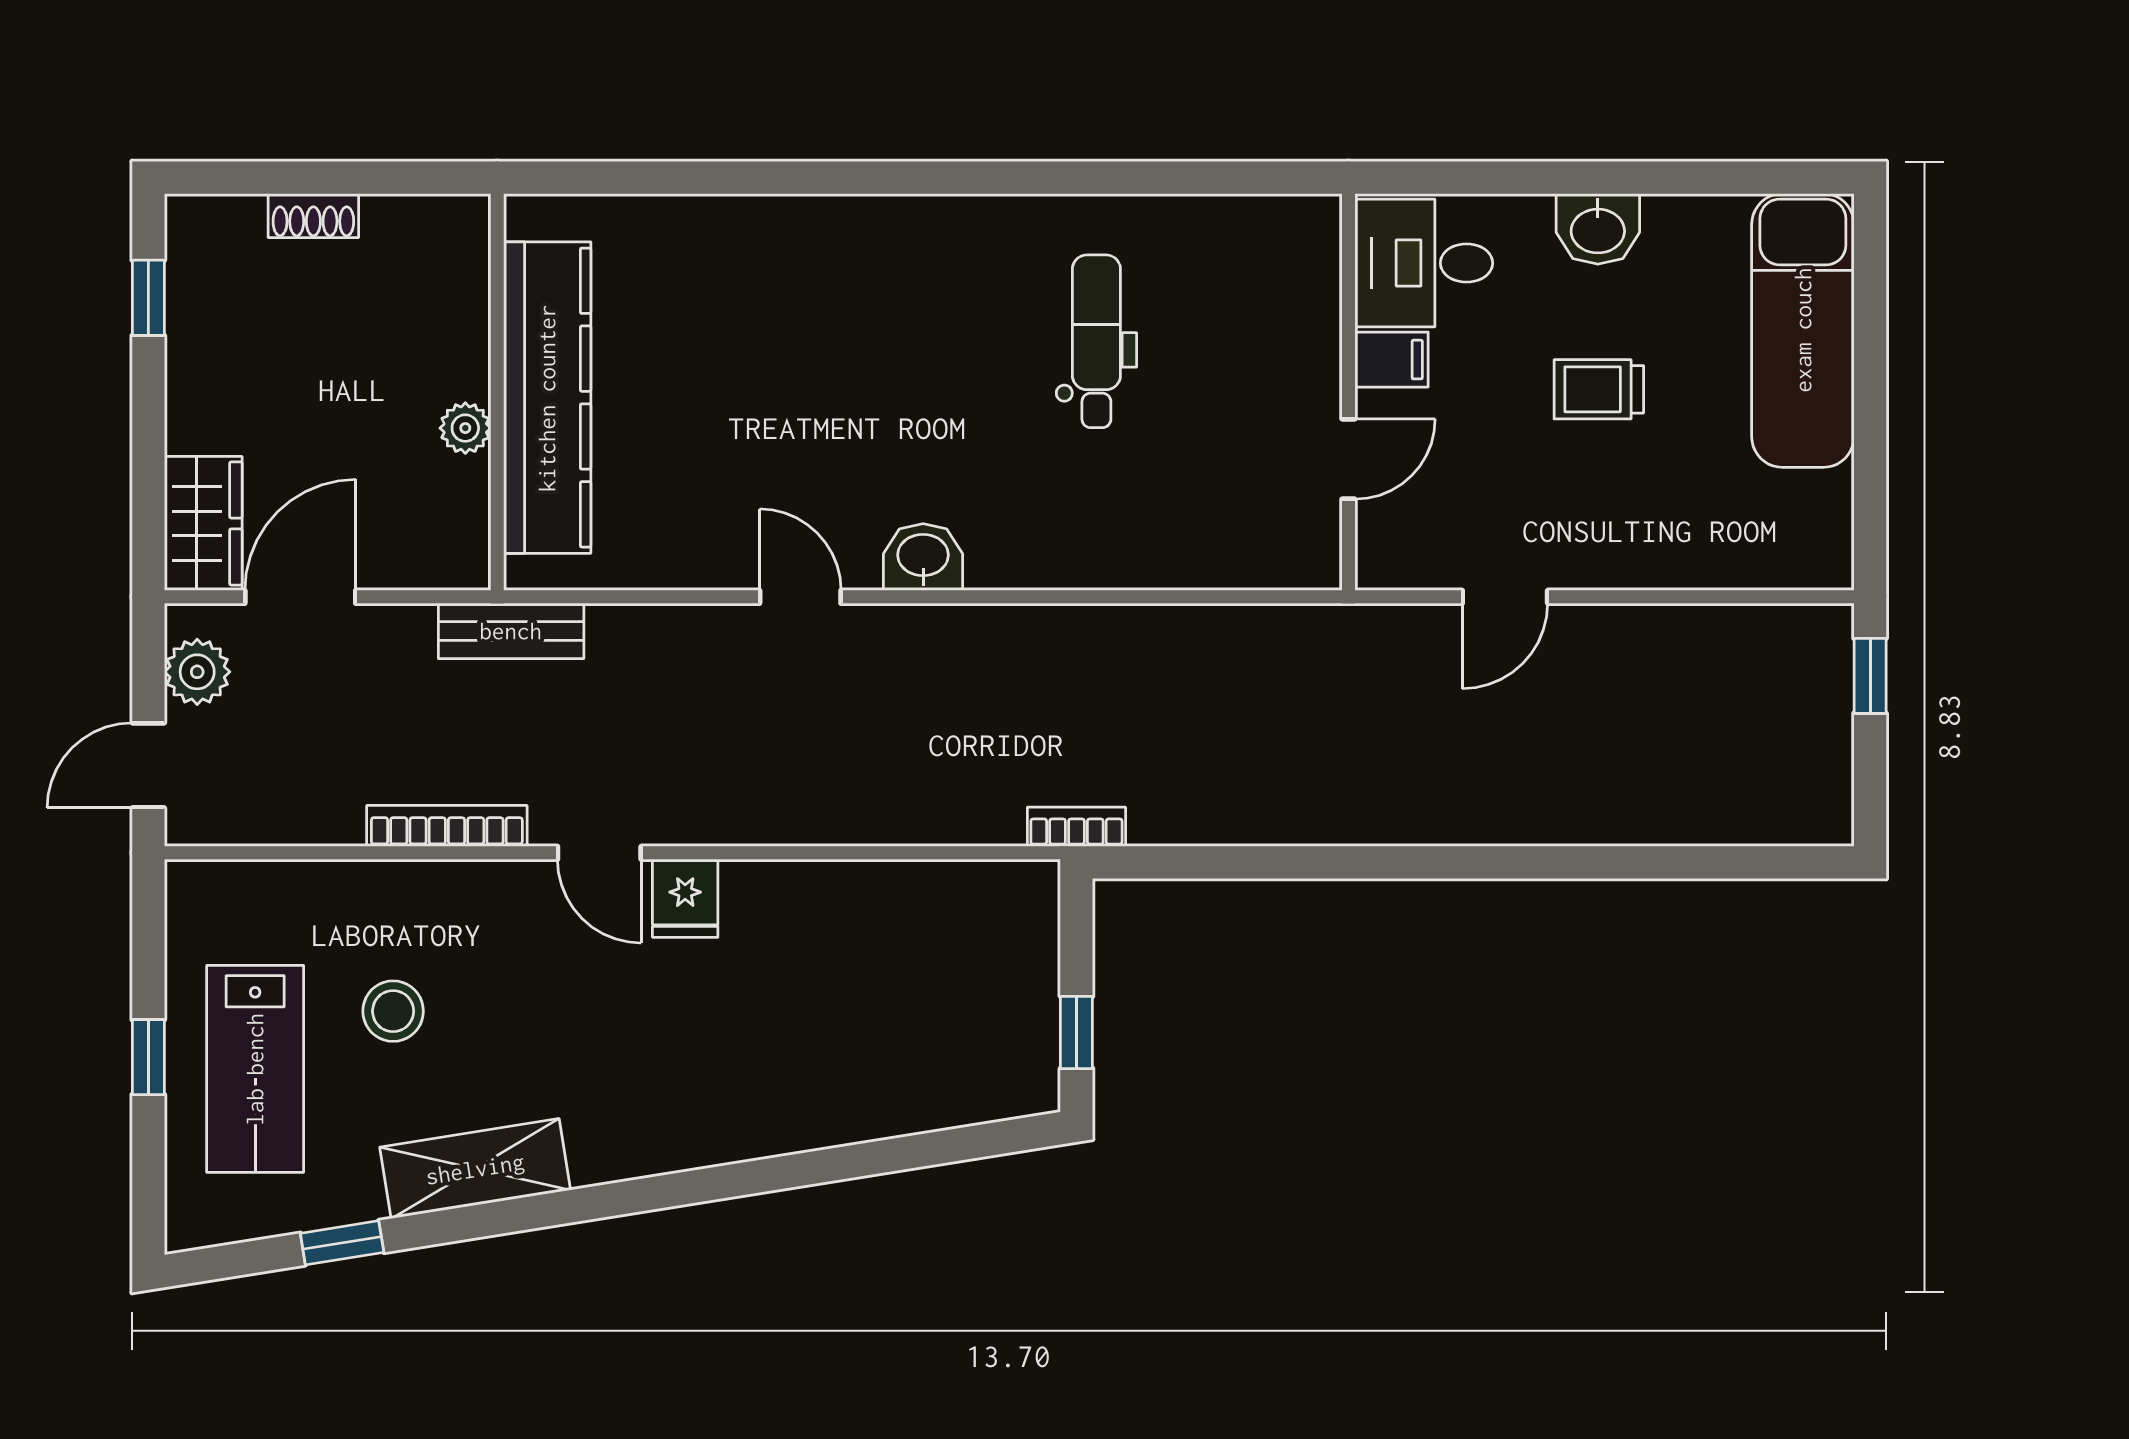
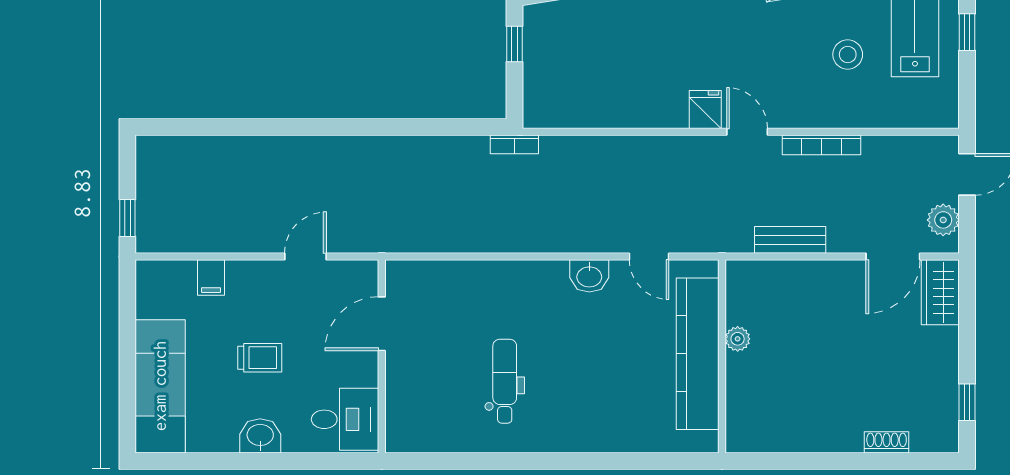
dental chair: (1096, 341) -> (505, 381), turned 180
filing cabinet: (1392, 360) -> (211, 278), moved, turned -90
wall: (497, 392) -> (722, 356), moved
kitchen counter: (547, 398) -> (698, 354), moved
plant: (465, 428) -> (738, 339), moved
door: (1348, 459) -> (382, 324), width x1.38

